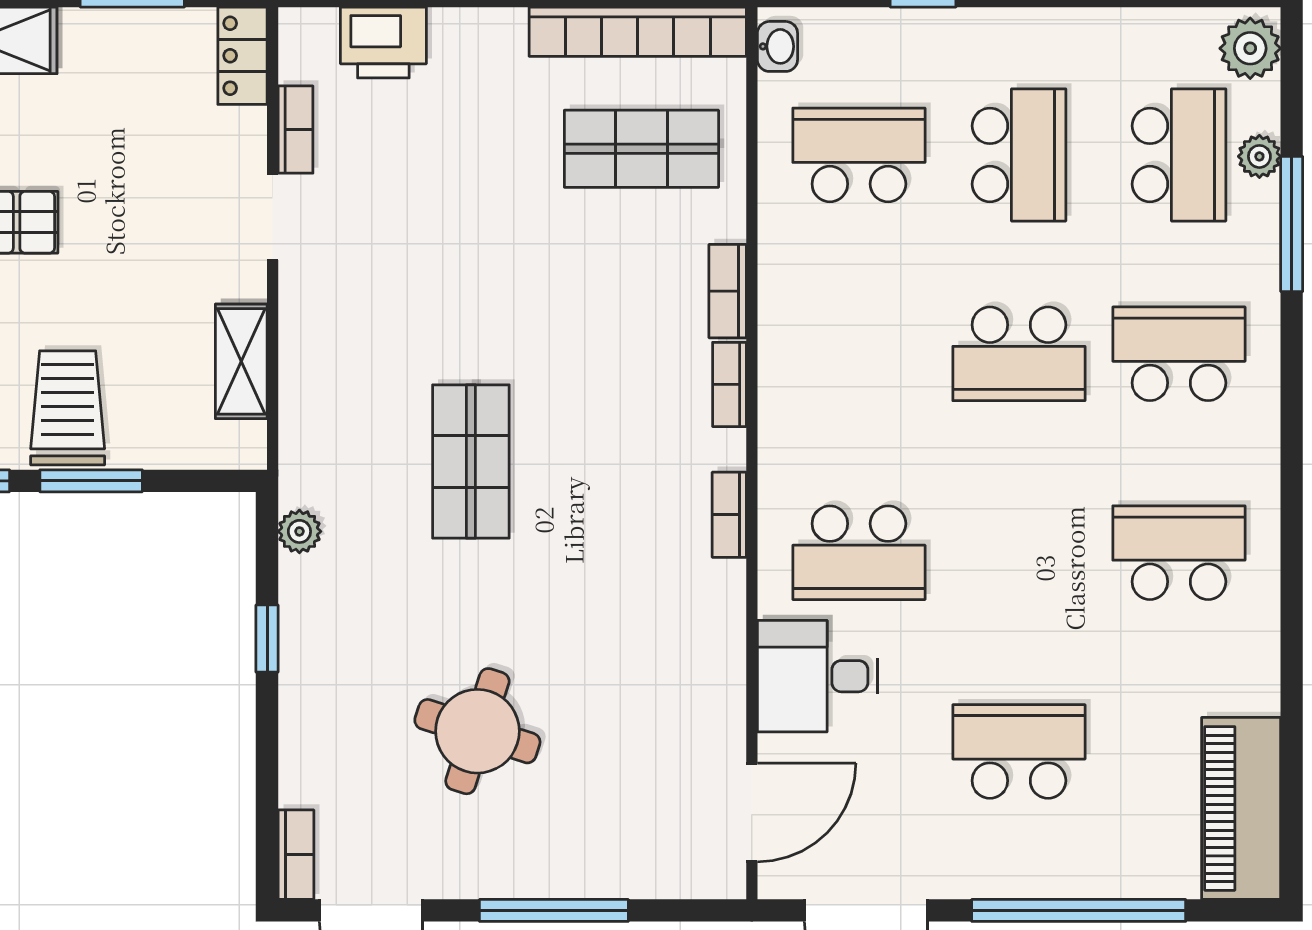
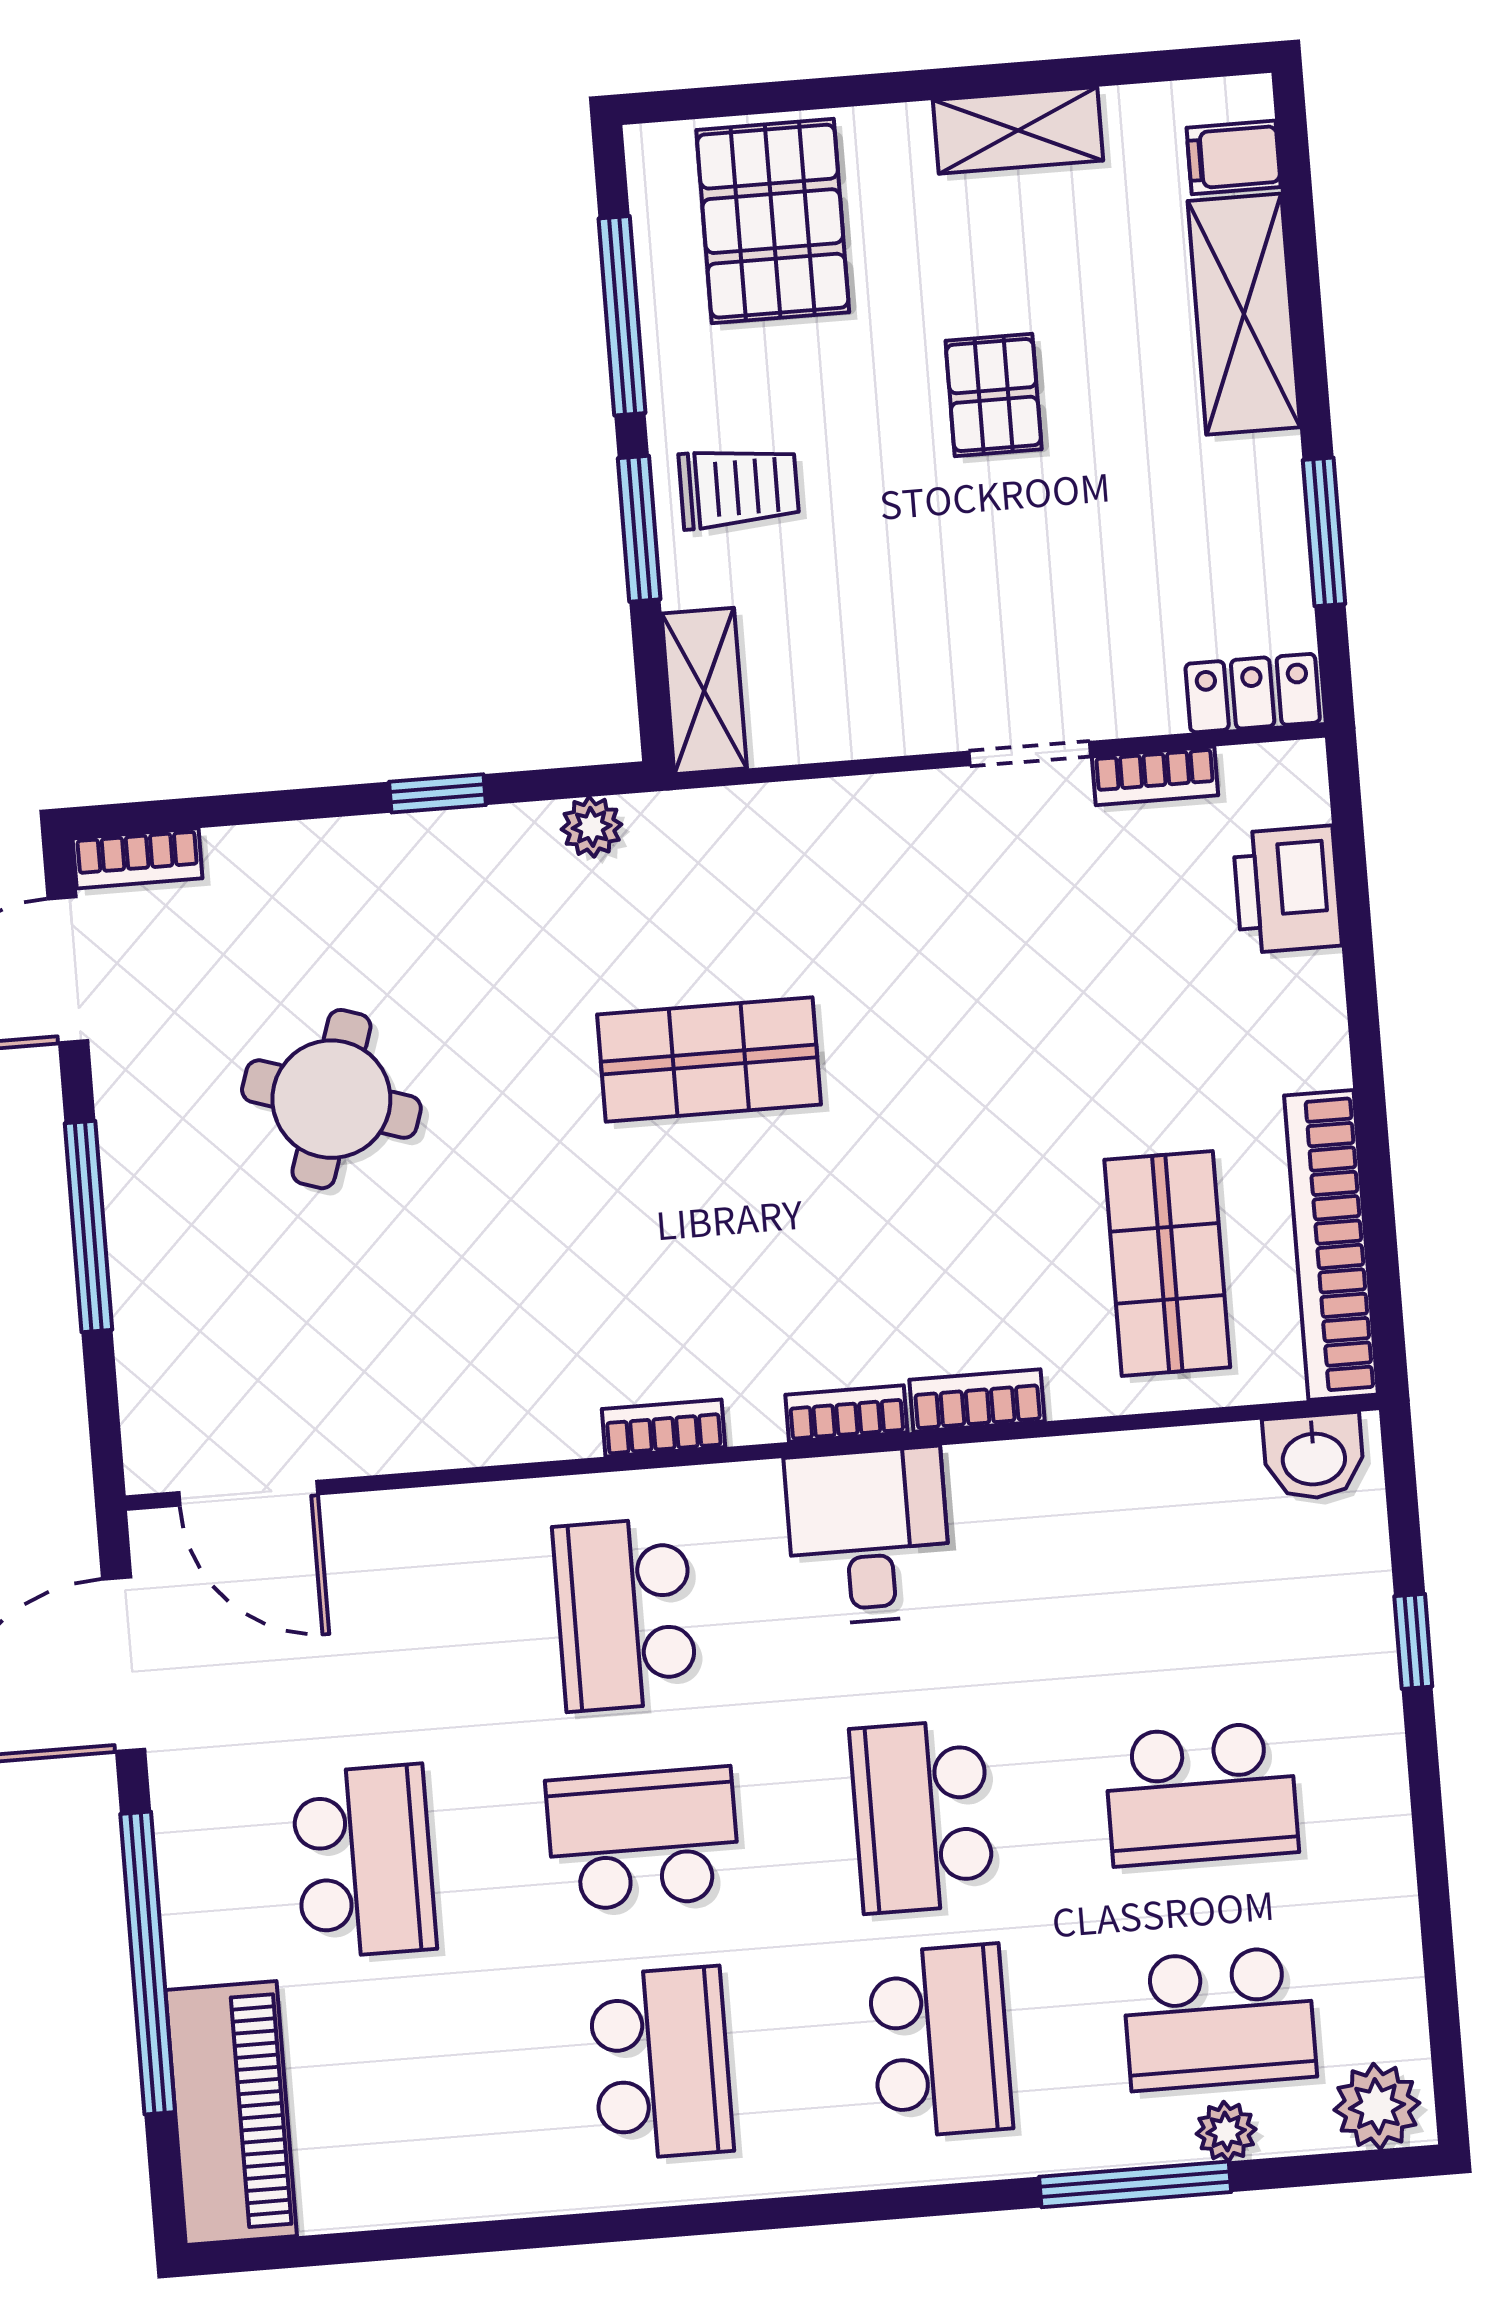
washbasin: (777, 46) -> (1314, 1457), width x1.38, depth x1.45
school desk: (859, 155) -> (643, 1839), moved, turned -90
shelving: (241, 361) -> (704, 691), moved, turned 90
trolley: (68, 408) -> (739, 488), width x0.73, depth x0.72
desk: (817, 676) -> (868, 1536), moved
piano: (1241, 808) -> (231, 2113), moved, turned 90

